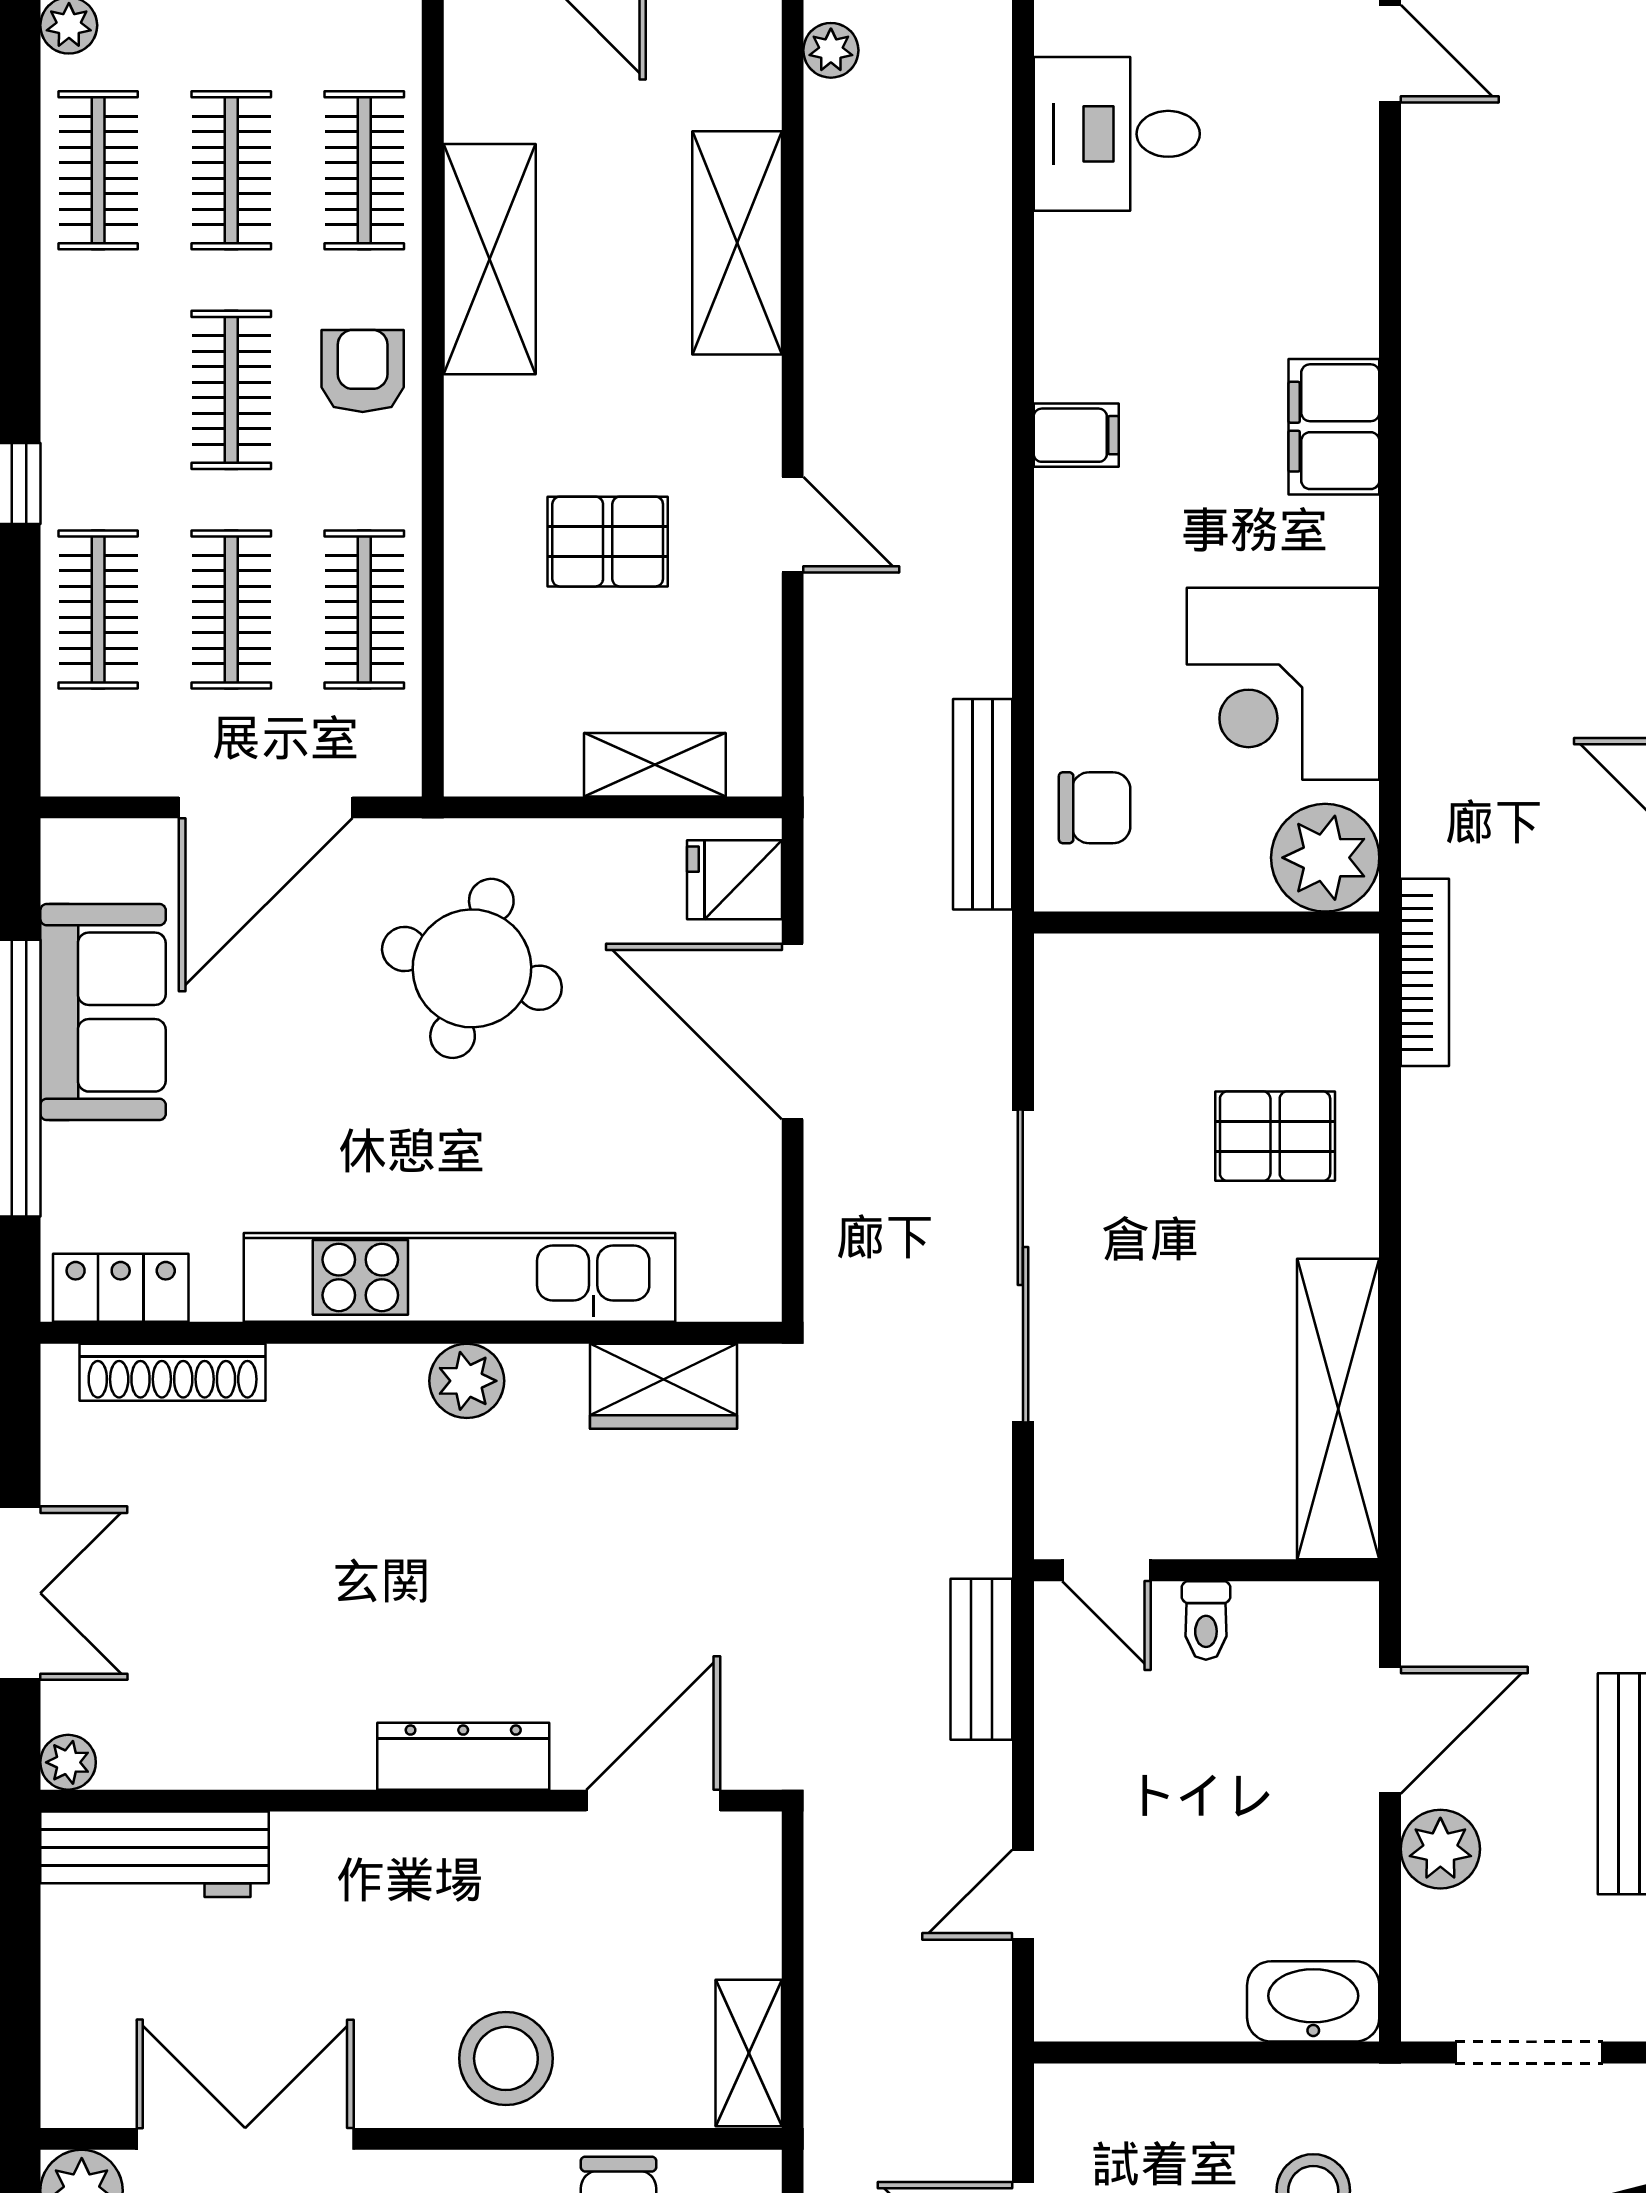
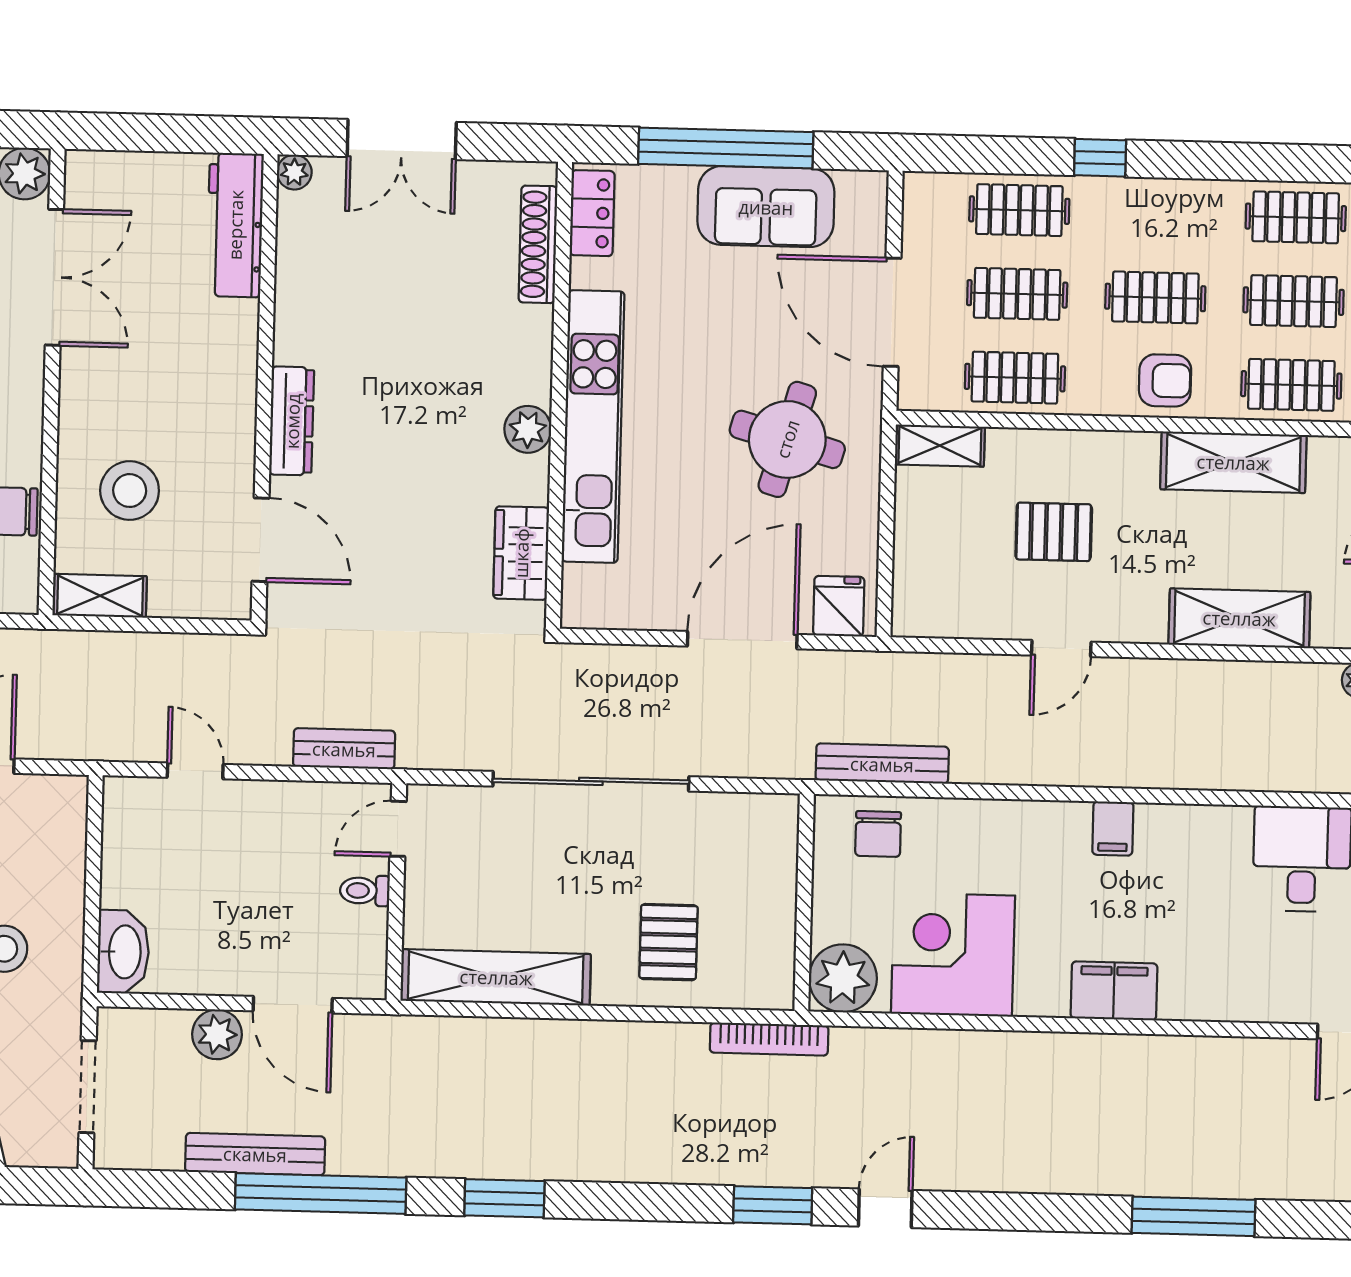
pallet: (608, 542) -> (1054, 532), turned 90
shelving: (655, 765) -> (940, 446), moved, turned 90
stool: (506, 2058) -> (130, 491), moved

